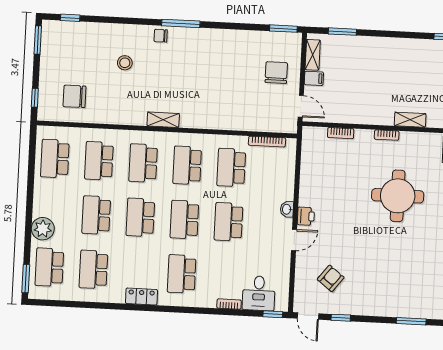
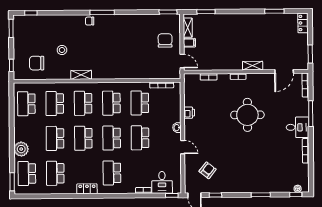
stool: (125, 63) -> (62, 50), moved
shelving: (163, 120) -> (81, 75), moved
printer: (306, 216) -> (189, 113), moved
door: (294, 240) -> (183, 147), hinge flipped

